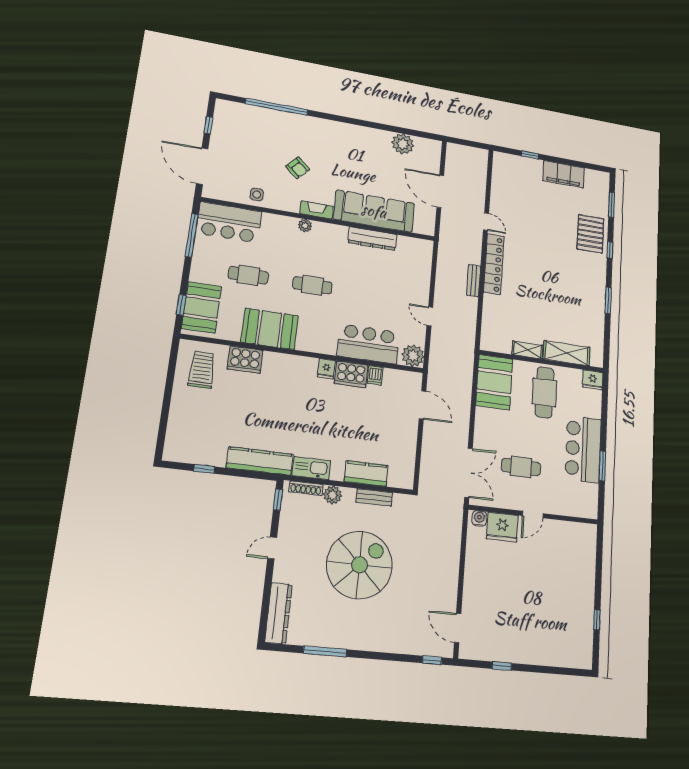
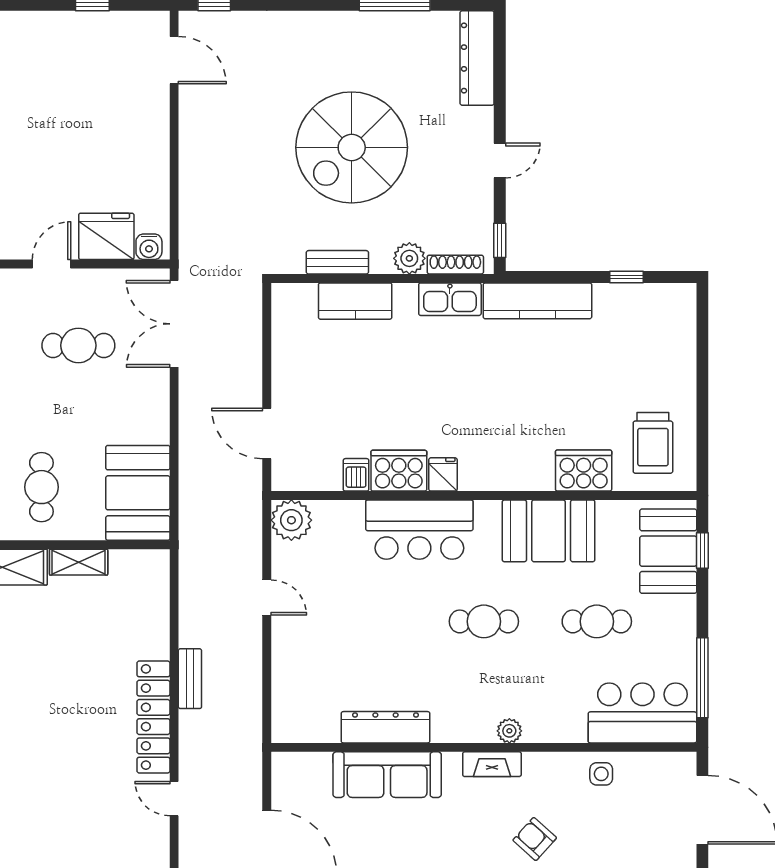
sofa: (374, 211) -> (387, 775), width x0.74, depth x0.79
bar counter: (368, 344) -> (419, 530), moved
cafe table: (544, 392) -> (41, 487), width x0.73, depth x0.74

